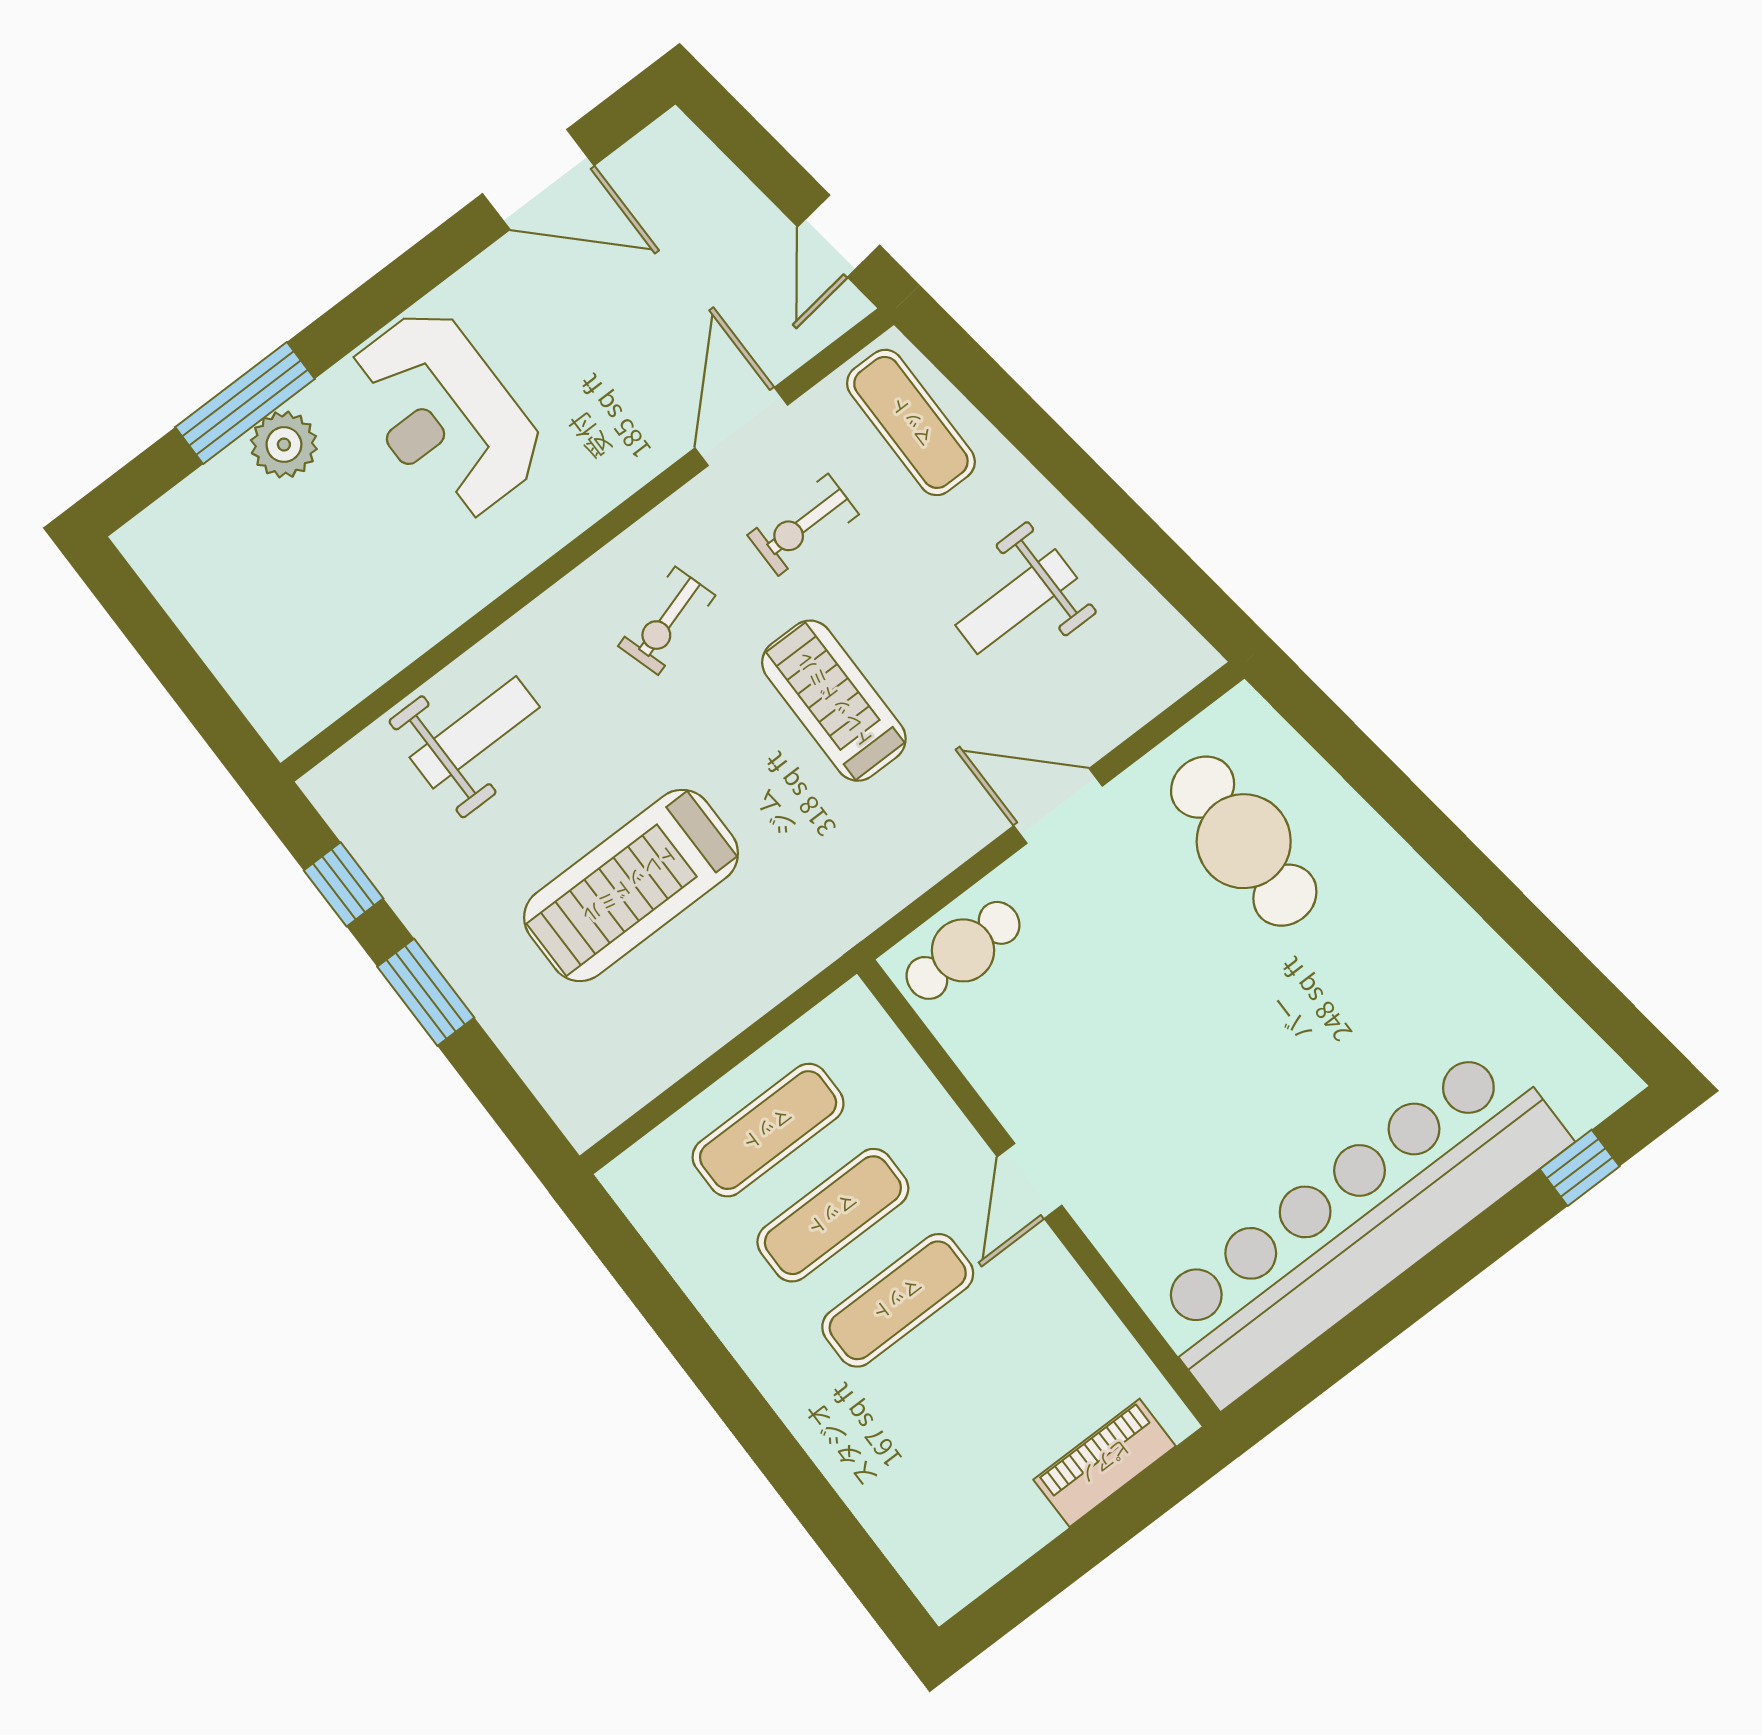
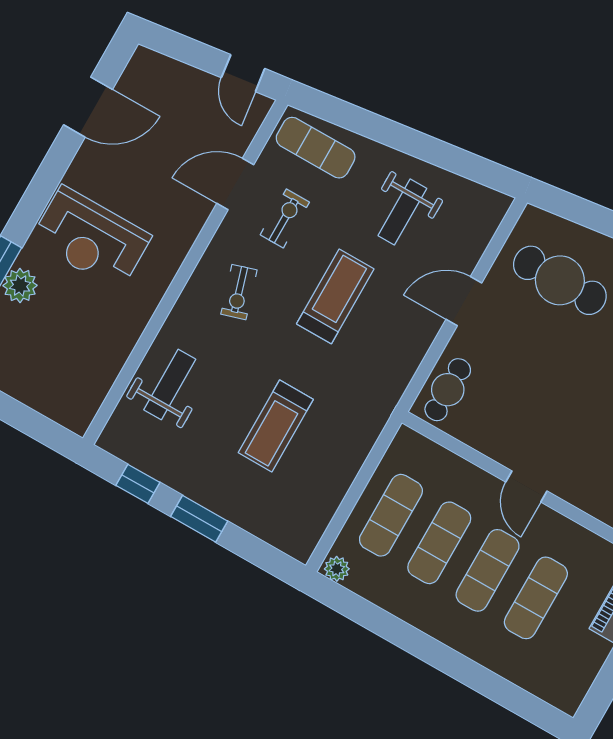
door: (741, 427) -> (235, 184), hinge flipped
exercise bike: (803, 525) -> (285, 218), turned 180
treadmill: (834, 701) -> (335, 296), turned 90
treadmill: (631, 885) -> (276, 426), width x0.73, depth x0.73
plant: (632, 1184) -> (337, 569), added
exercise mat: (963, 1385) -> (536, 598), added

